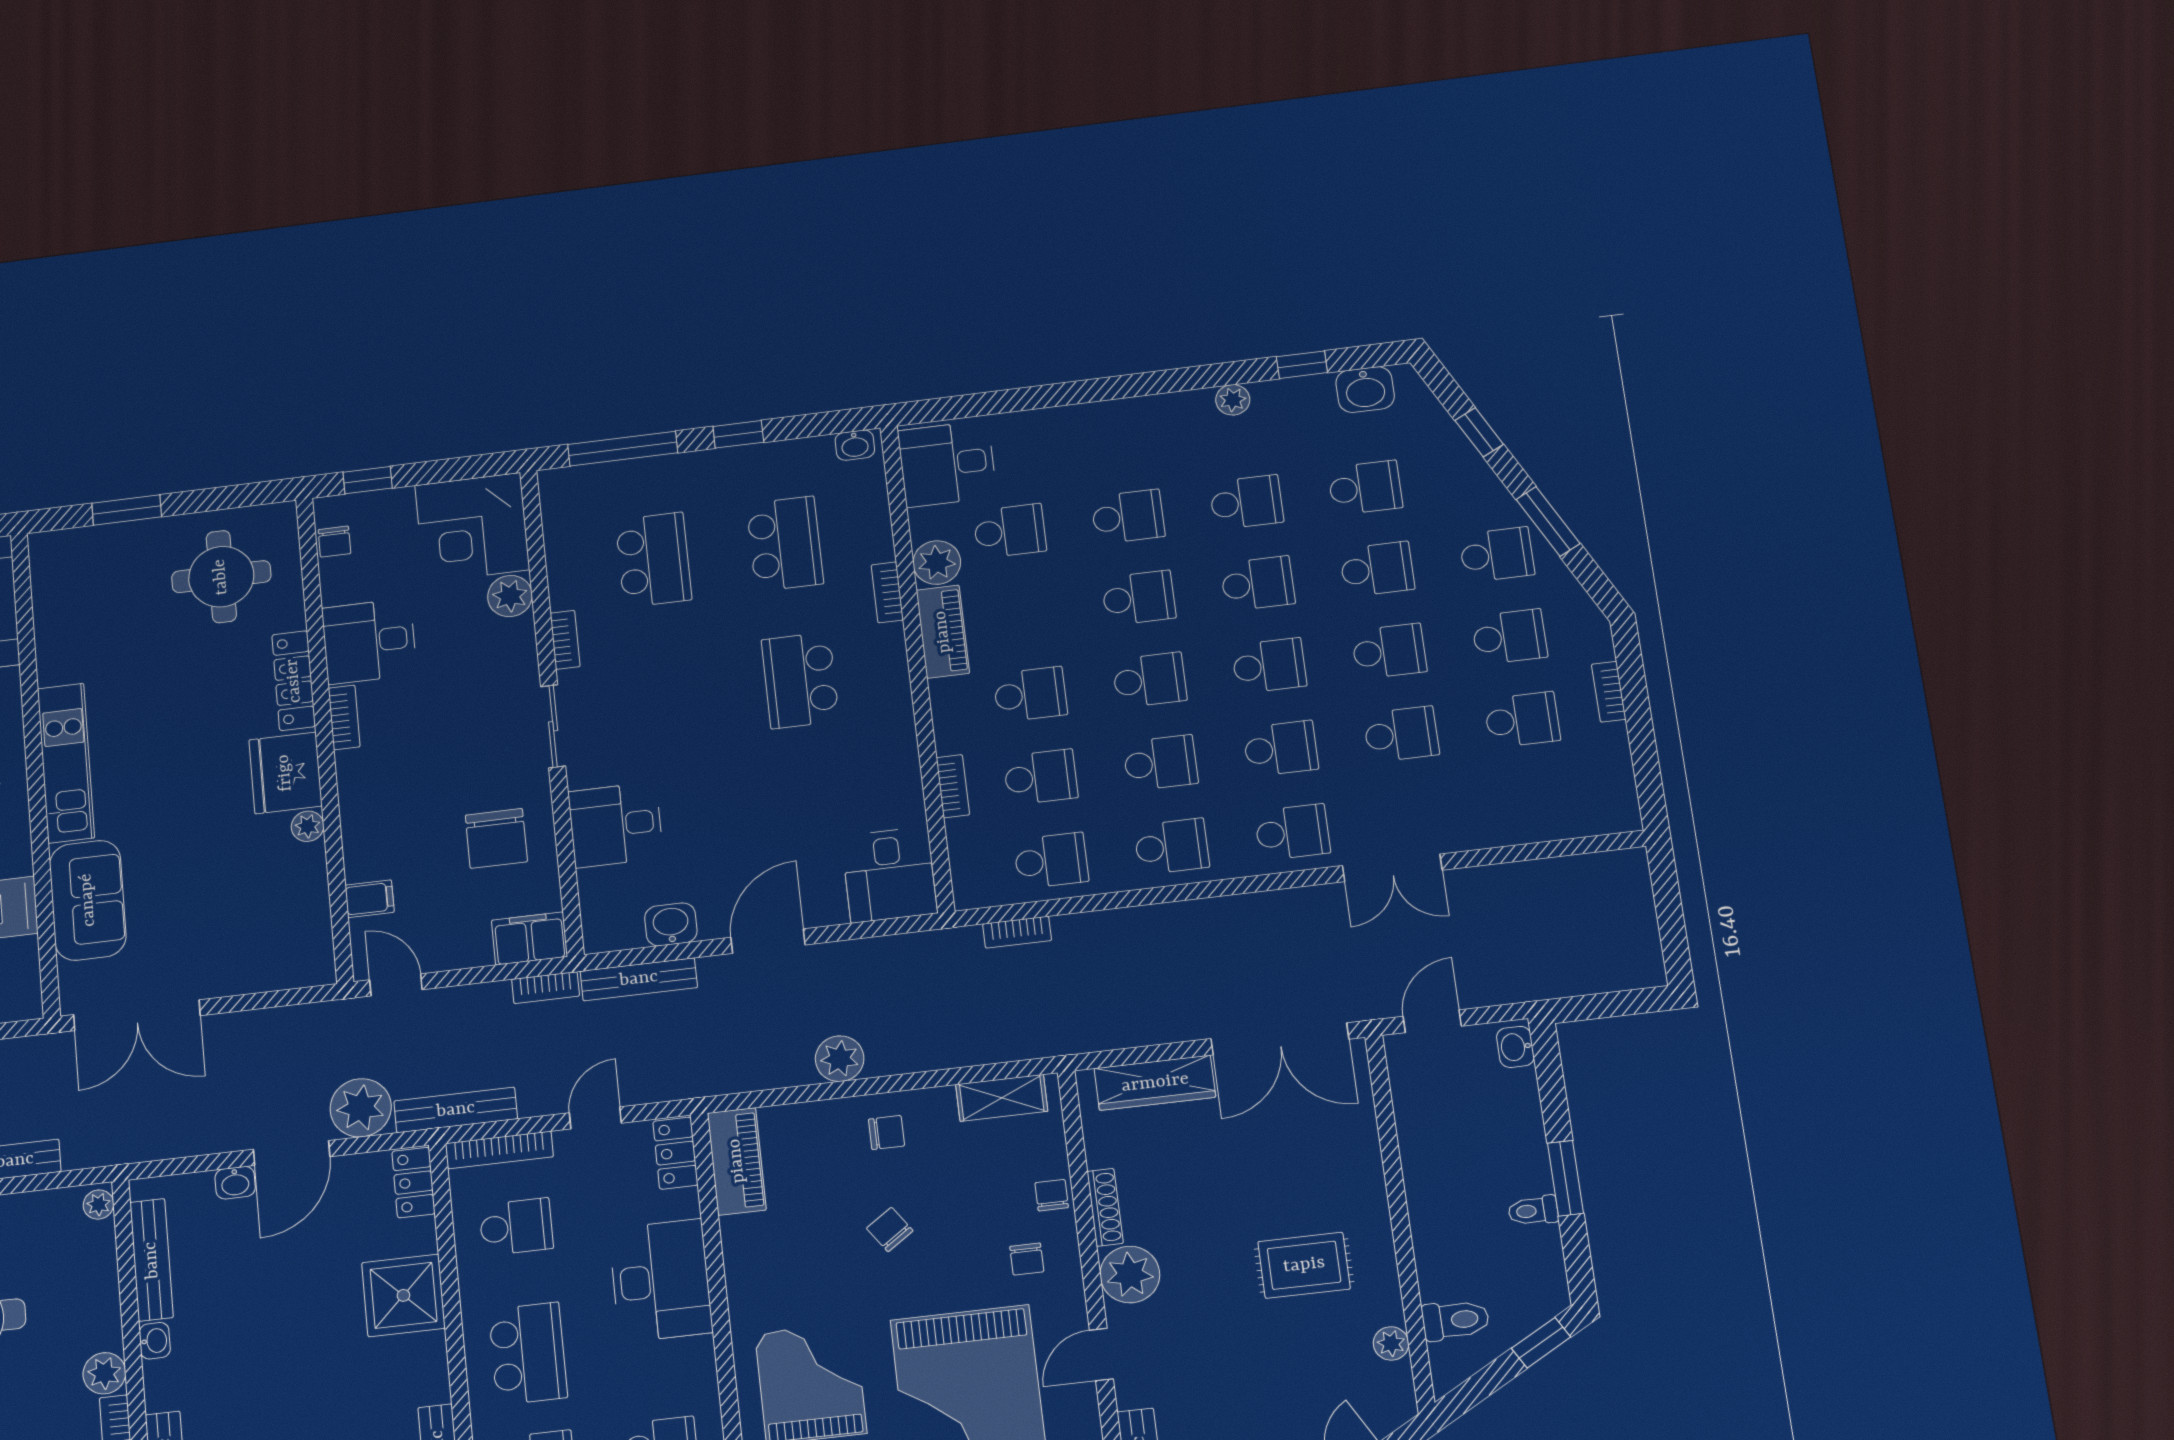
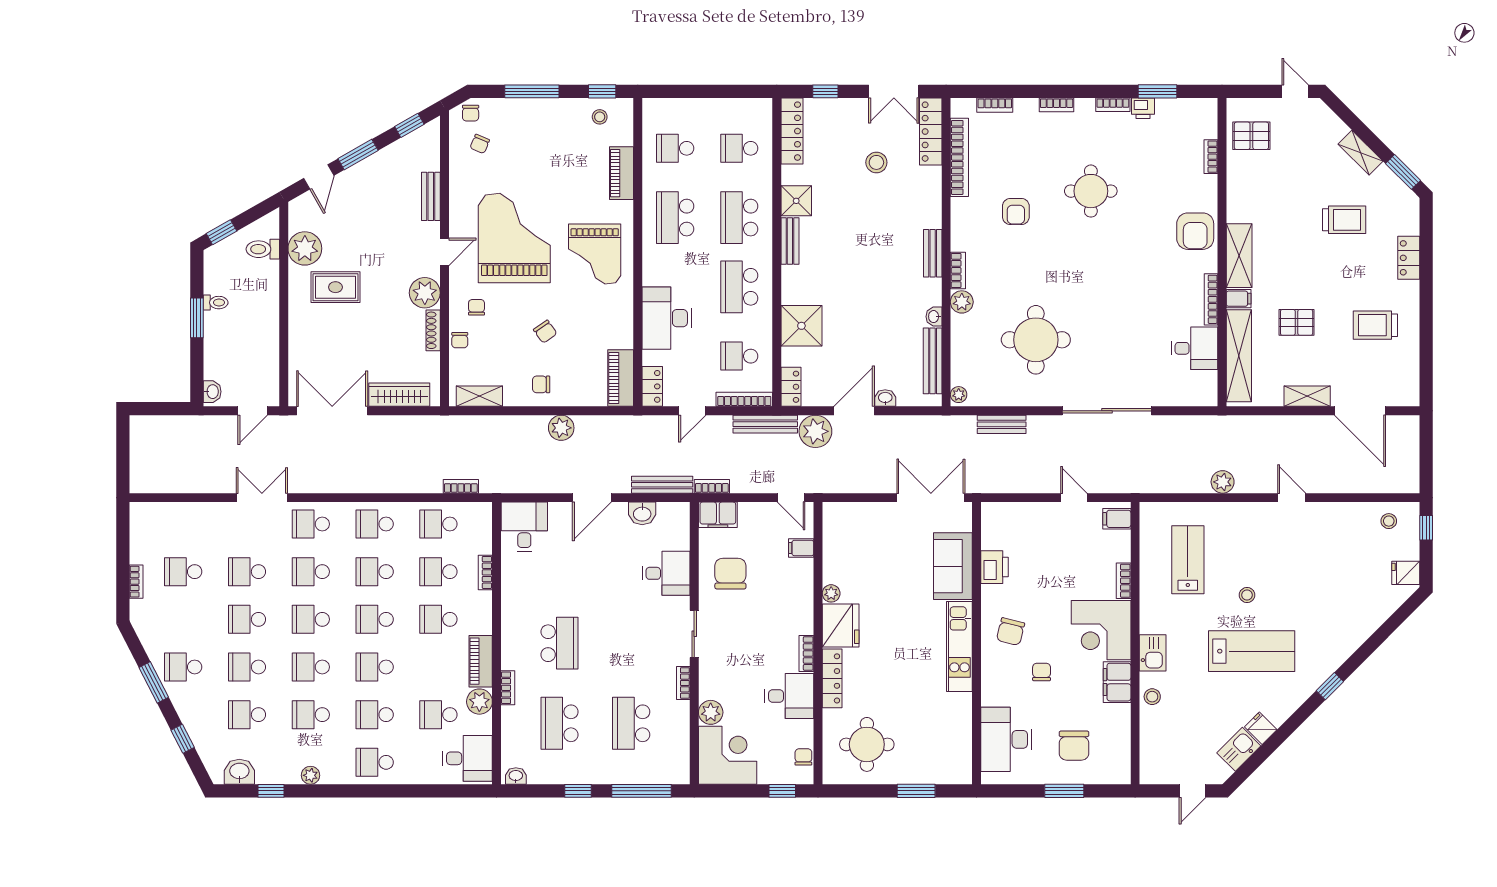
school desk: (1509, 637) -> (375, 762), moved
plant: (1391, 1343) -> (305, 248), width x1.88, depth x1.88

